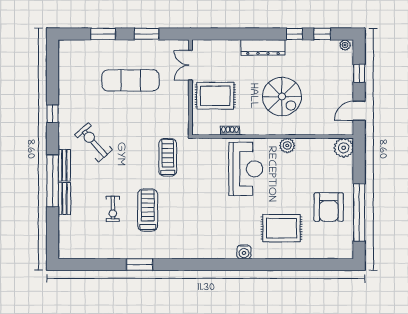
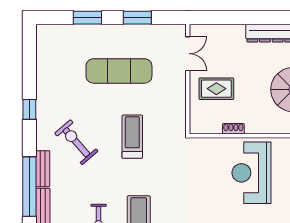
double door: (190, 65) -> (188, 54), swing flipped
rug: (215, 96) -> (216, 89), width x0.73, depth x0.70
treadmill: (168, 157) -> (132, 137), moved
reception desk: (246, 169) -> (252, 173), turned 180

